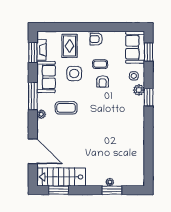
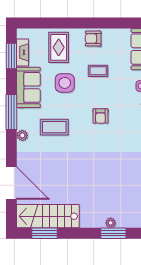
armchair: (103, 81) -> (100, 116), moved

